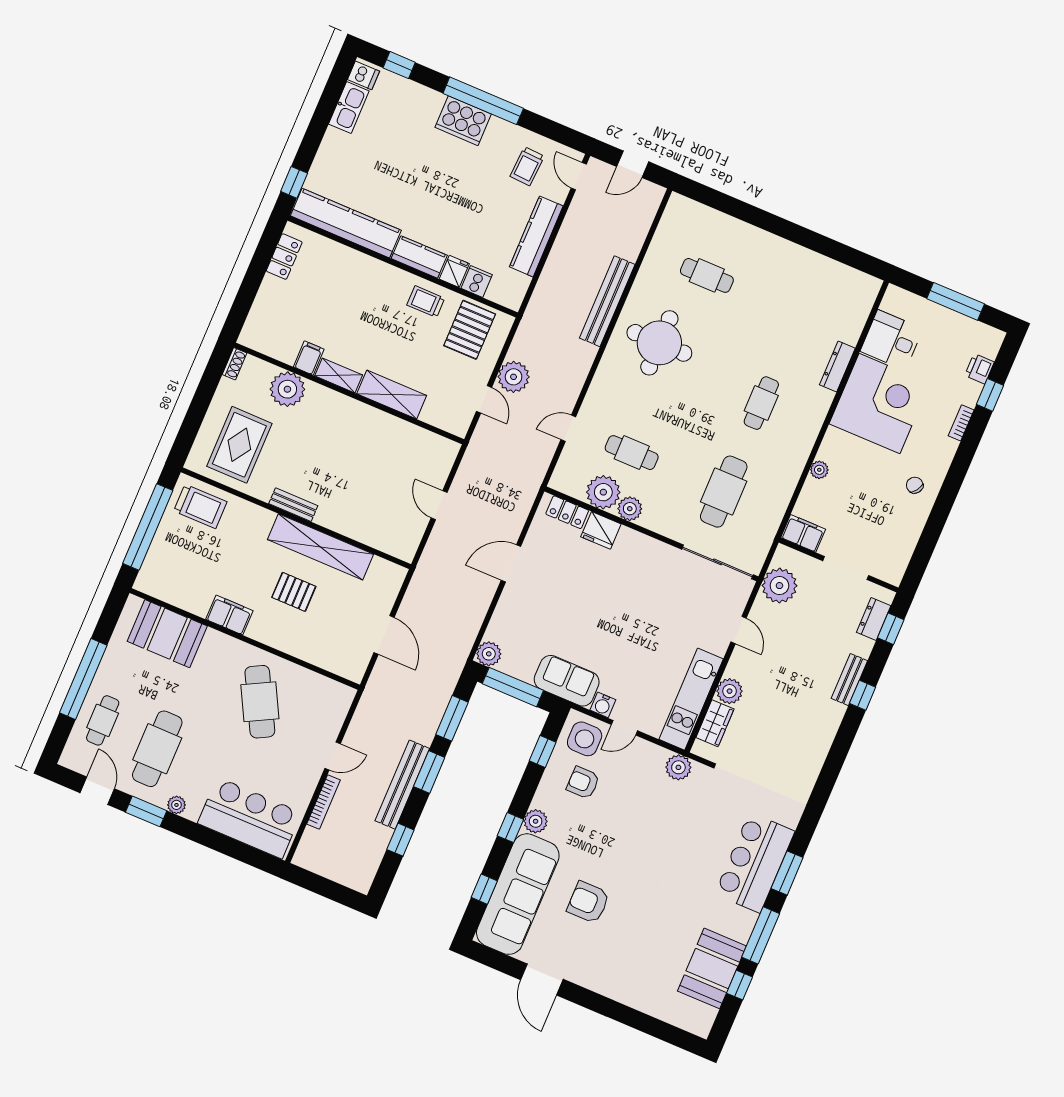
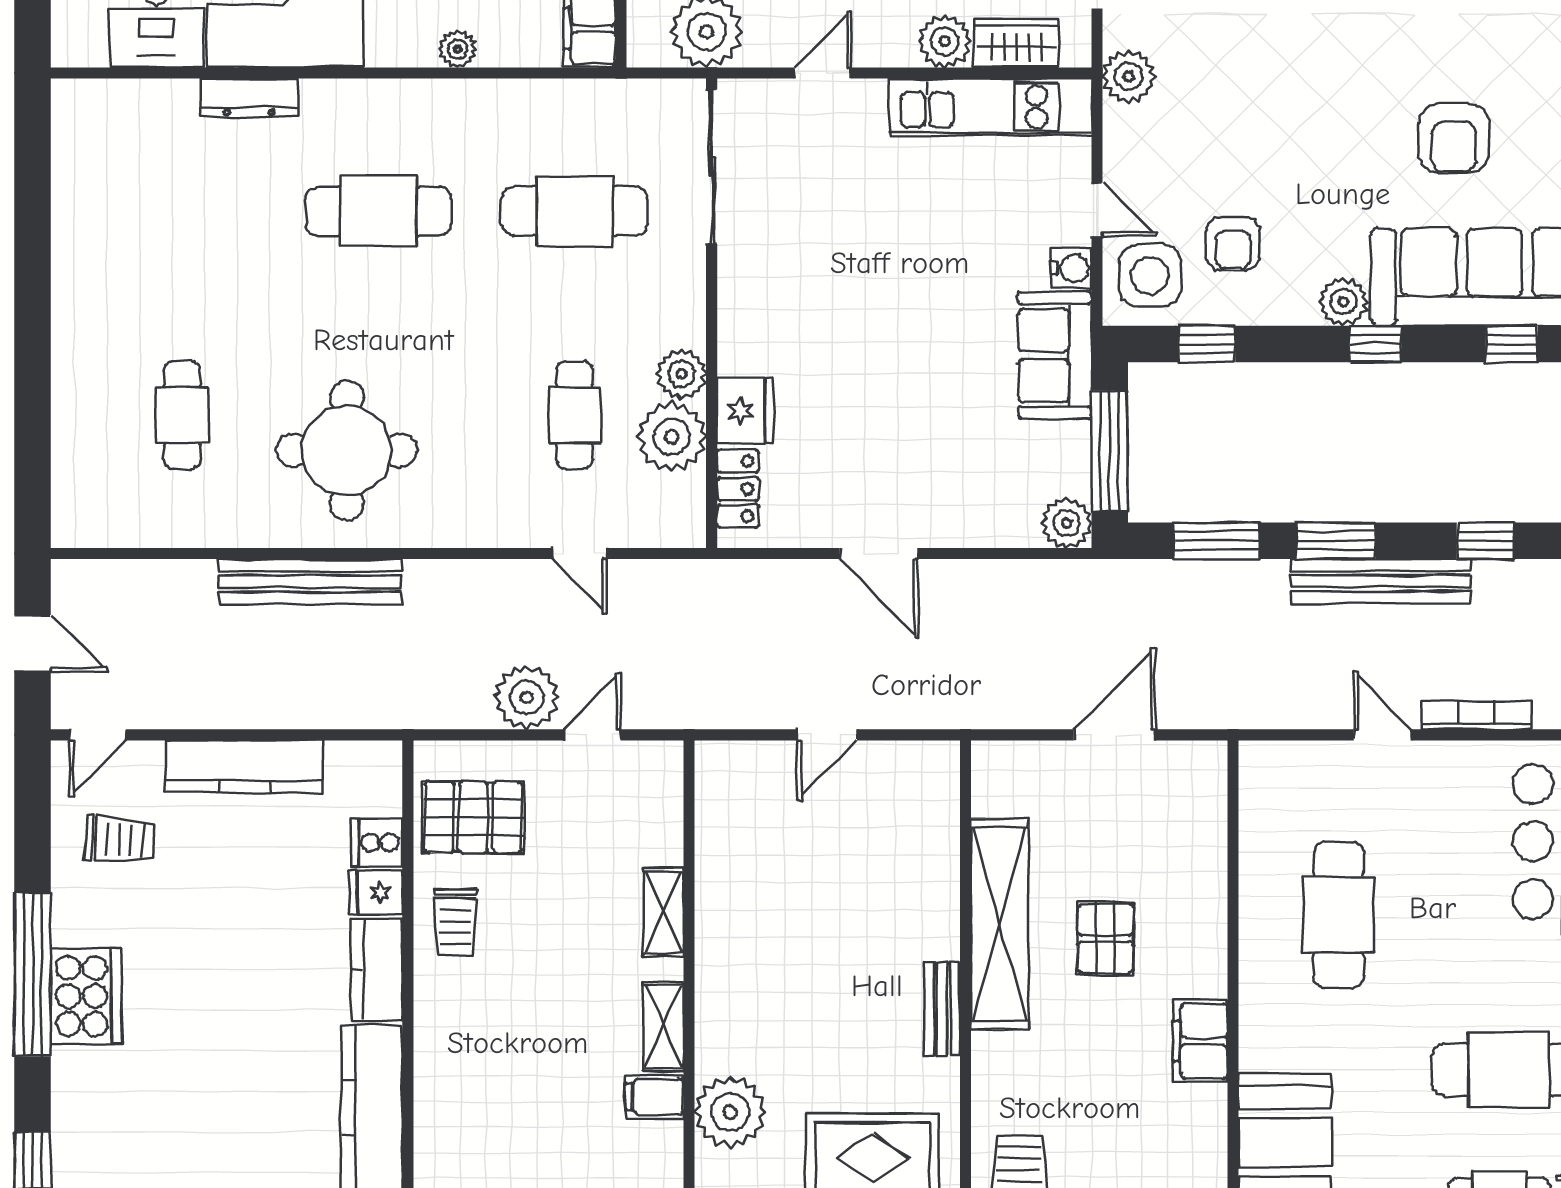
shelving: (392, 395) -> (664, 912), width x0.67, depth x0.75
cafe table: (761, 403) -> (378, 211), width x1.37, depth x1.35
cafe table: (260, 702) -> (1339, 915), turned -62

